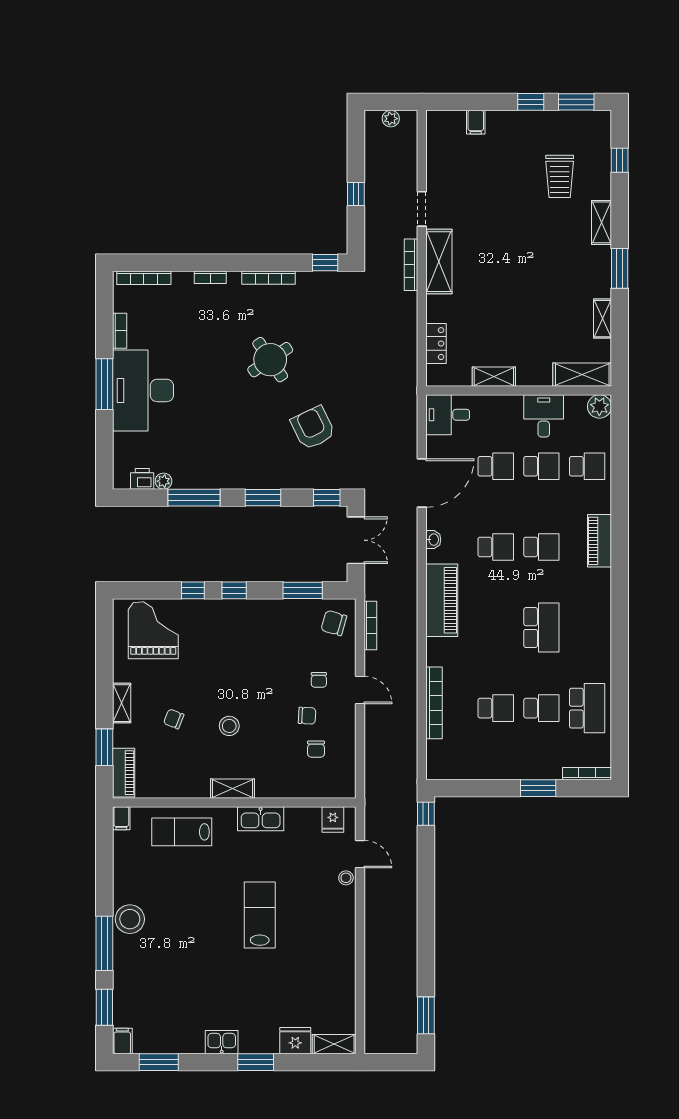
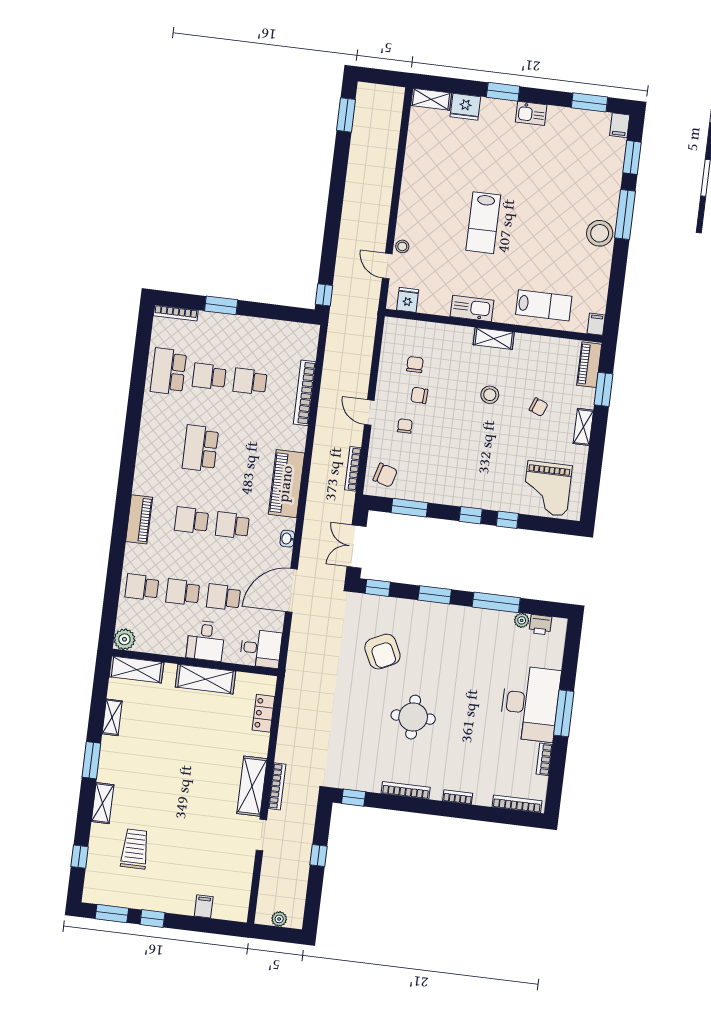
round table: (270, 360) -> (413, 717), turned 34
shelving: (494, 377) -> (205, 679), width x1.50, depth x1.33
desk: (544, 416) -> (206, 641), moved

